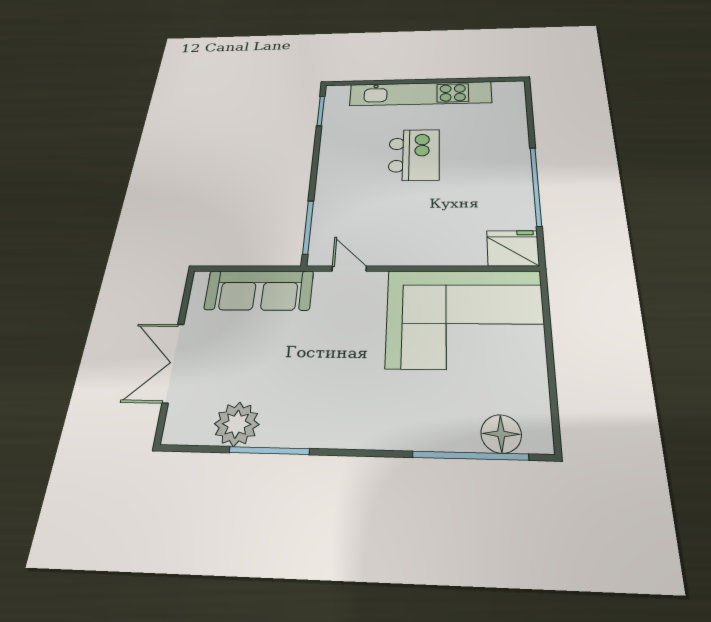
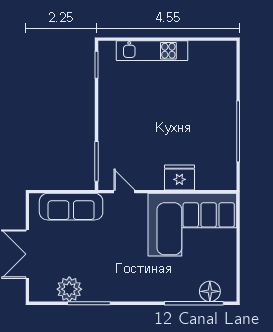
kitchen unit: (420, 94) -> (152, 51), width x0.73
kitchen island: (414, 155) -> (162, 105), removed
fridge: (513, 248) -> (179, 177), moved

